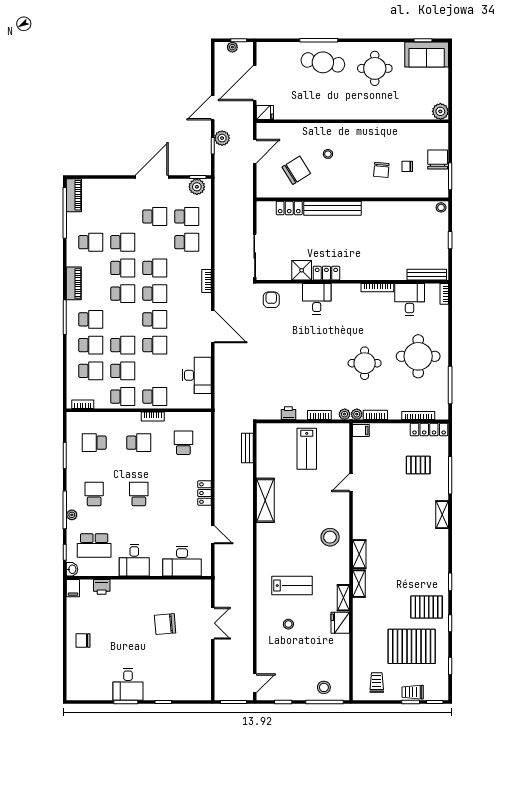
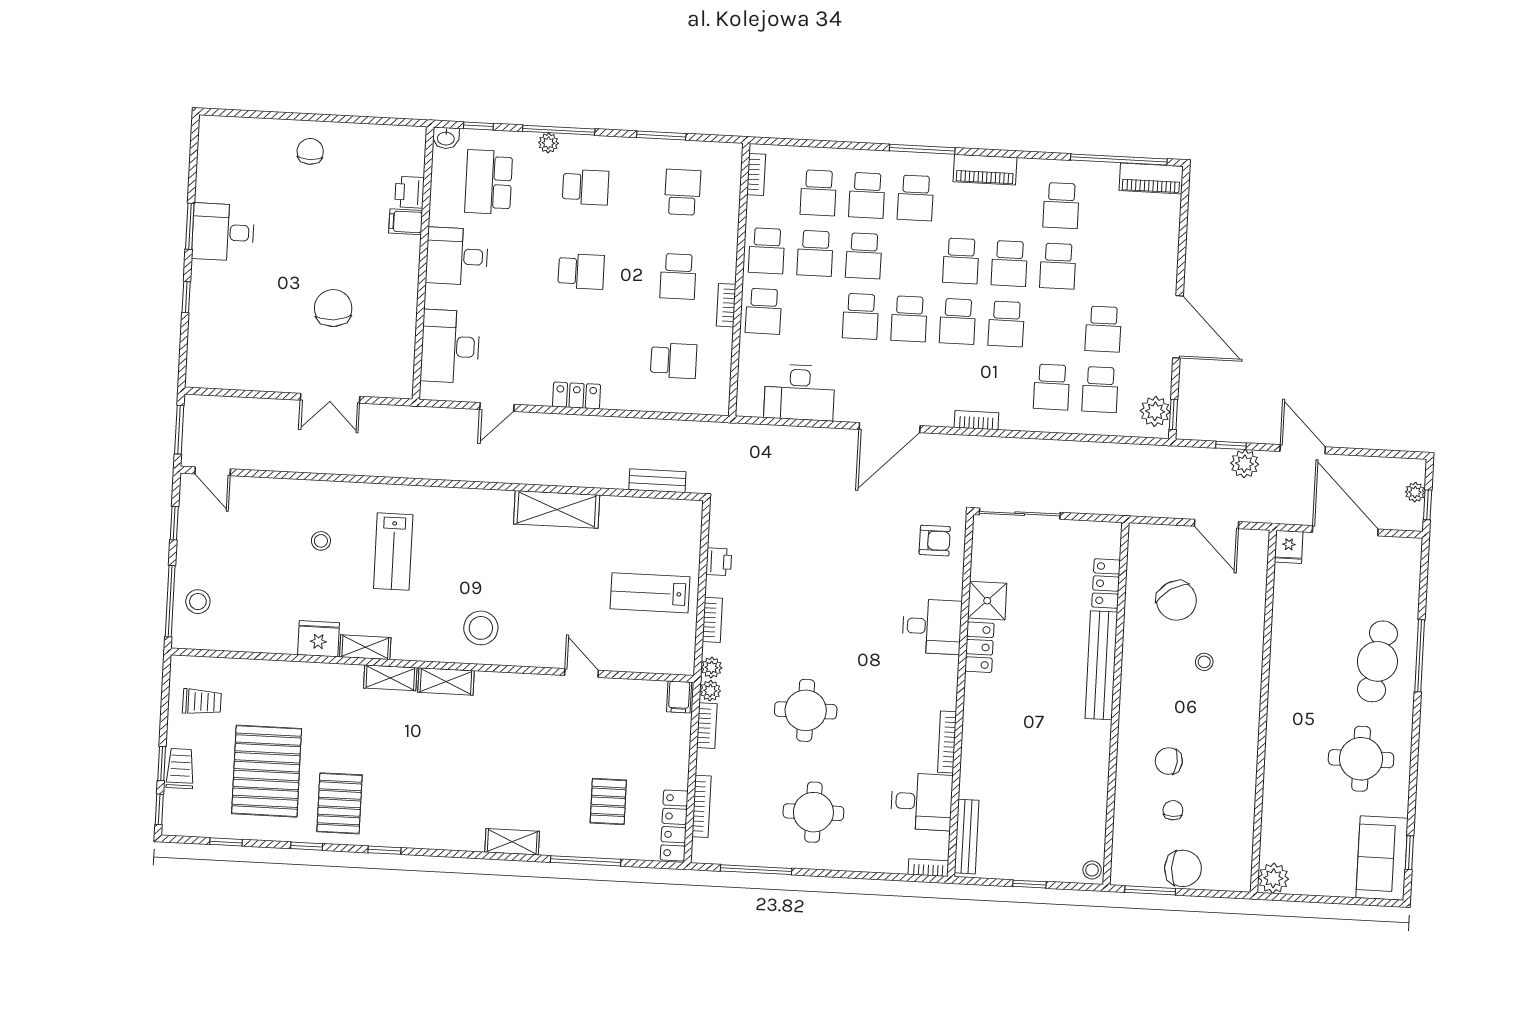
round table: (418, 356) -> (813, 812), width x0.73, depth x0.73
filing cabinet: (73, 588) -> (406, 222), moved

